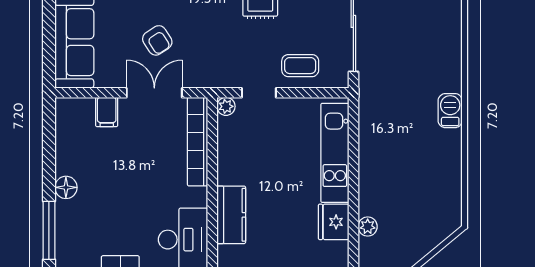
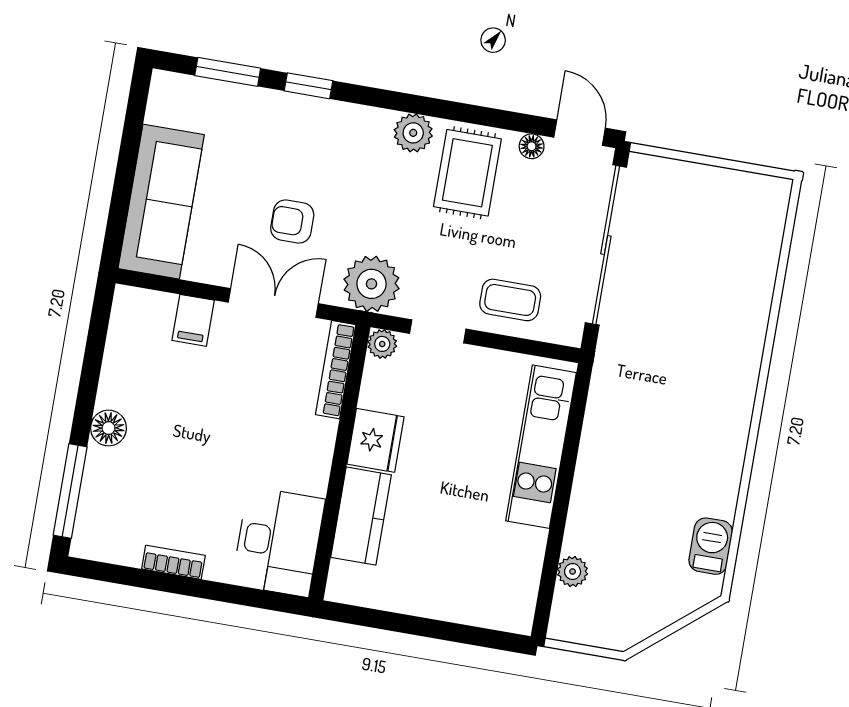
armchair: (157, 40) -> (292, 222), turned 123
plant: (213, 70) -> (371, 284), added
barbecue: (450, 111) -> (711, 546), moved
bookcase: (198, 142) -> (336, 370), width x0.68, depth x0.76
fridge: (334, 222) -> (375, 440), moved, turned 180

